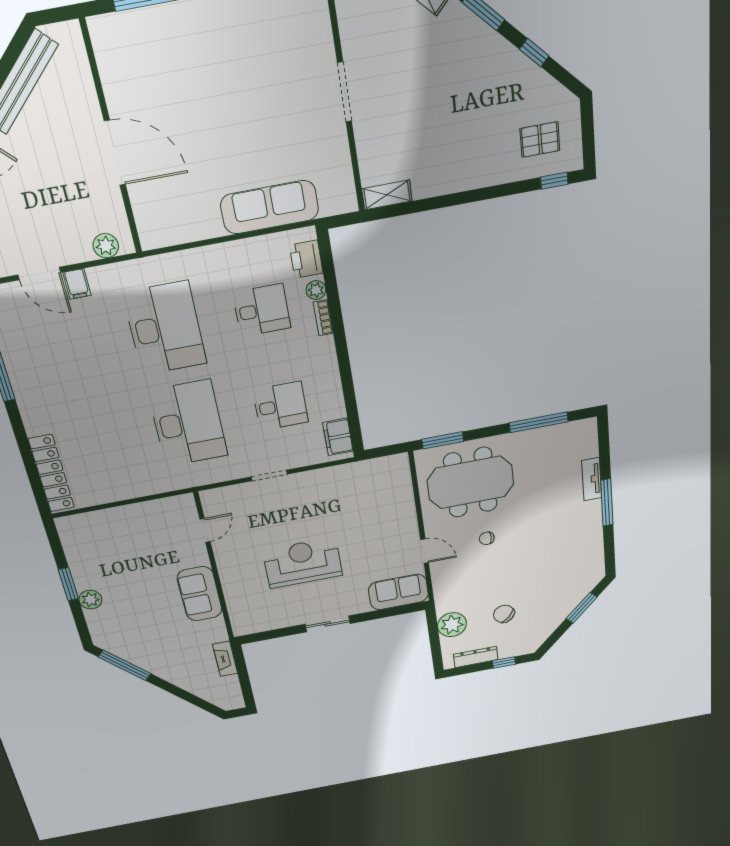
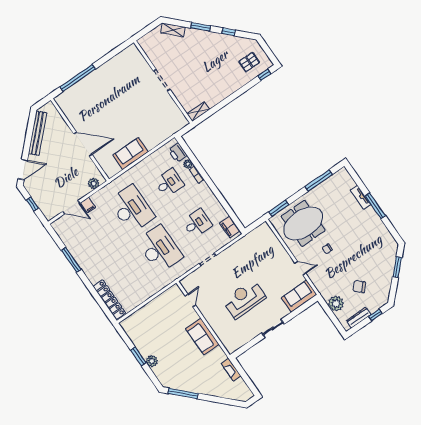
sofa: (270, 207) -> (131, 154), moved, width x0.73

